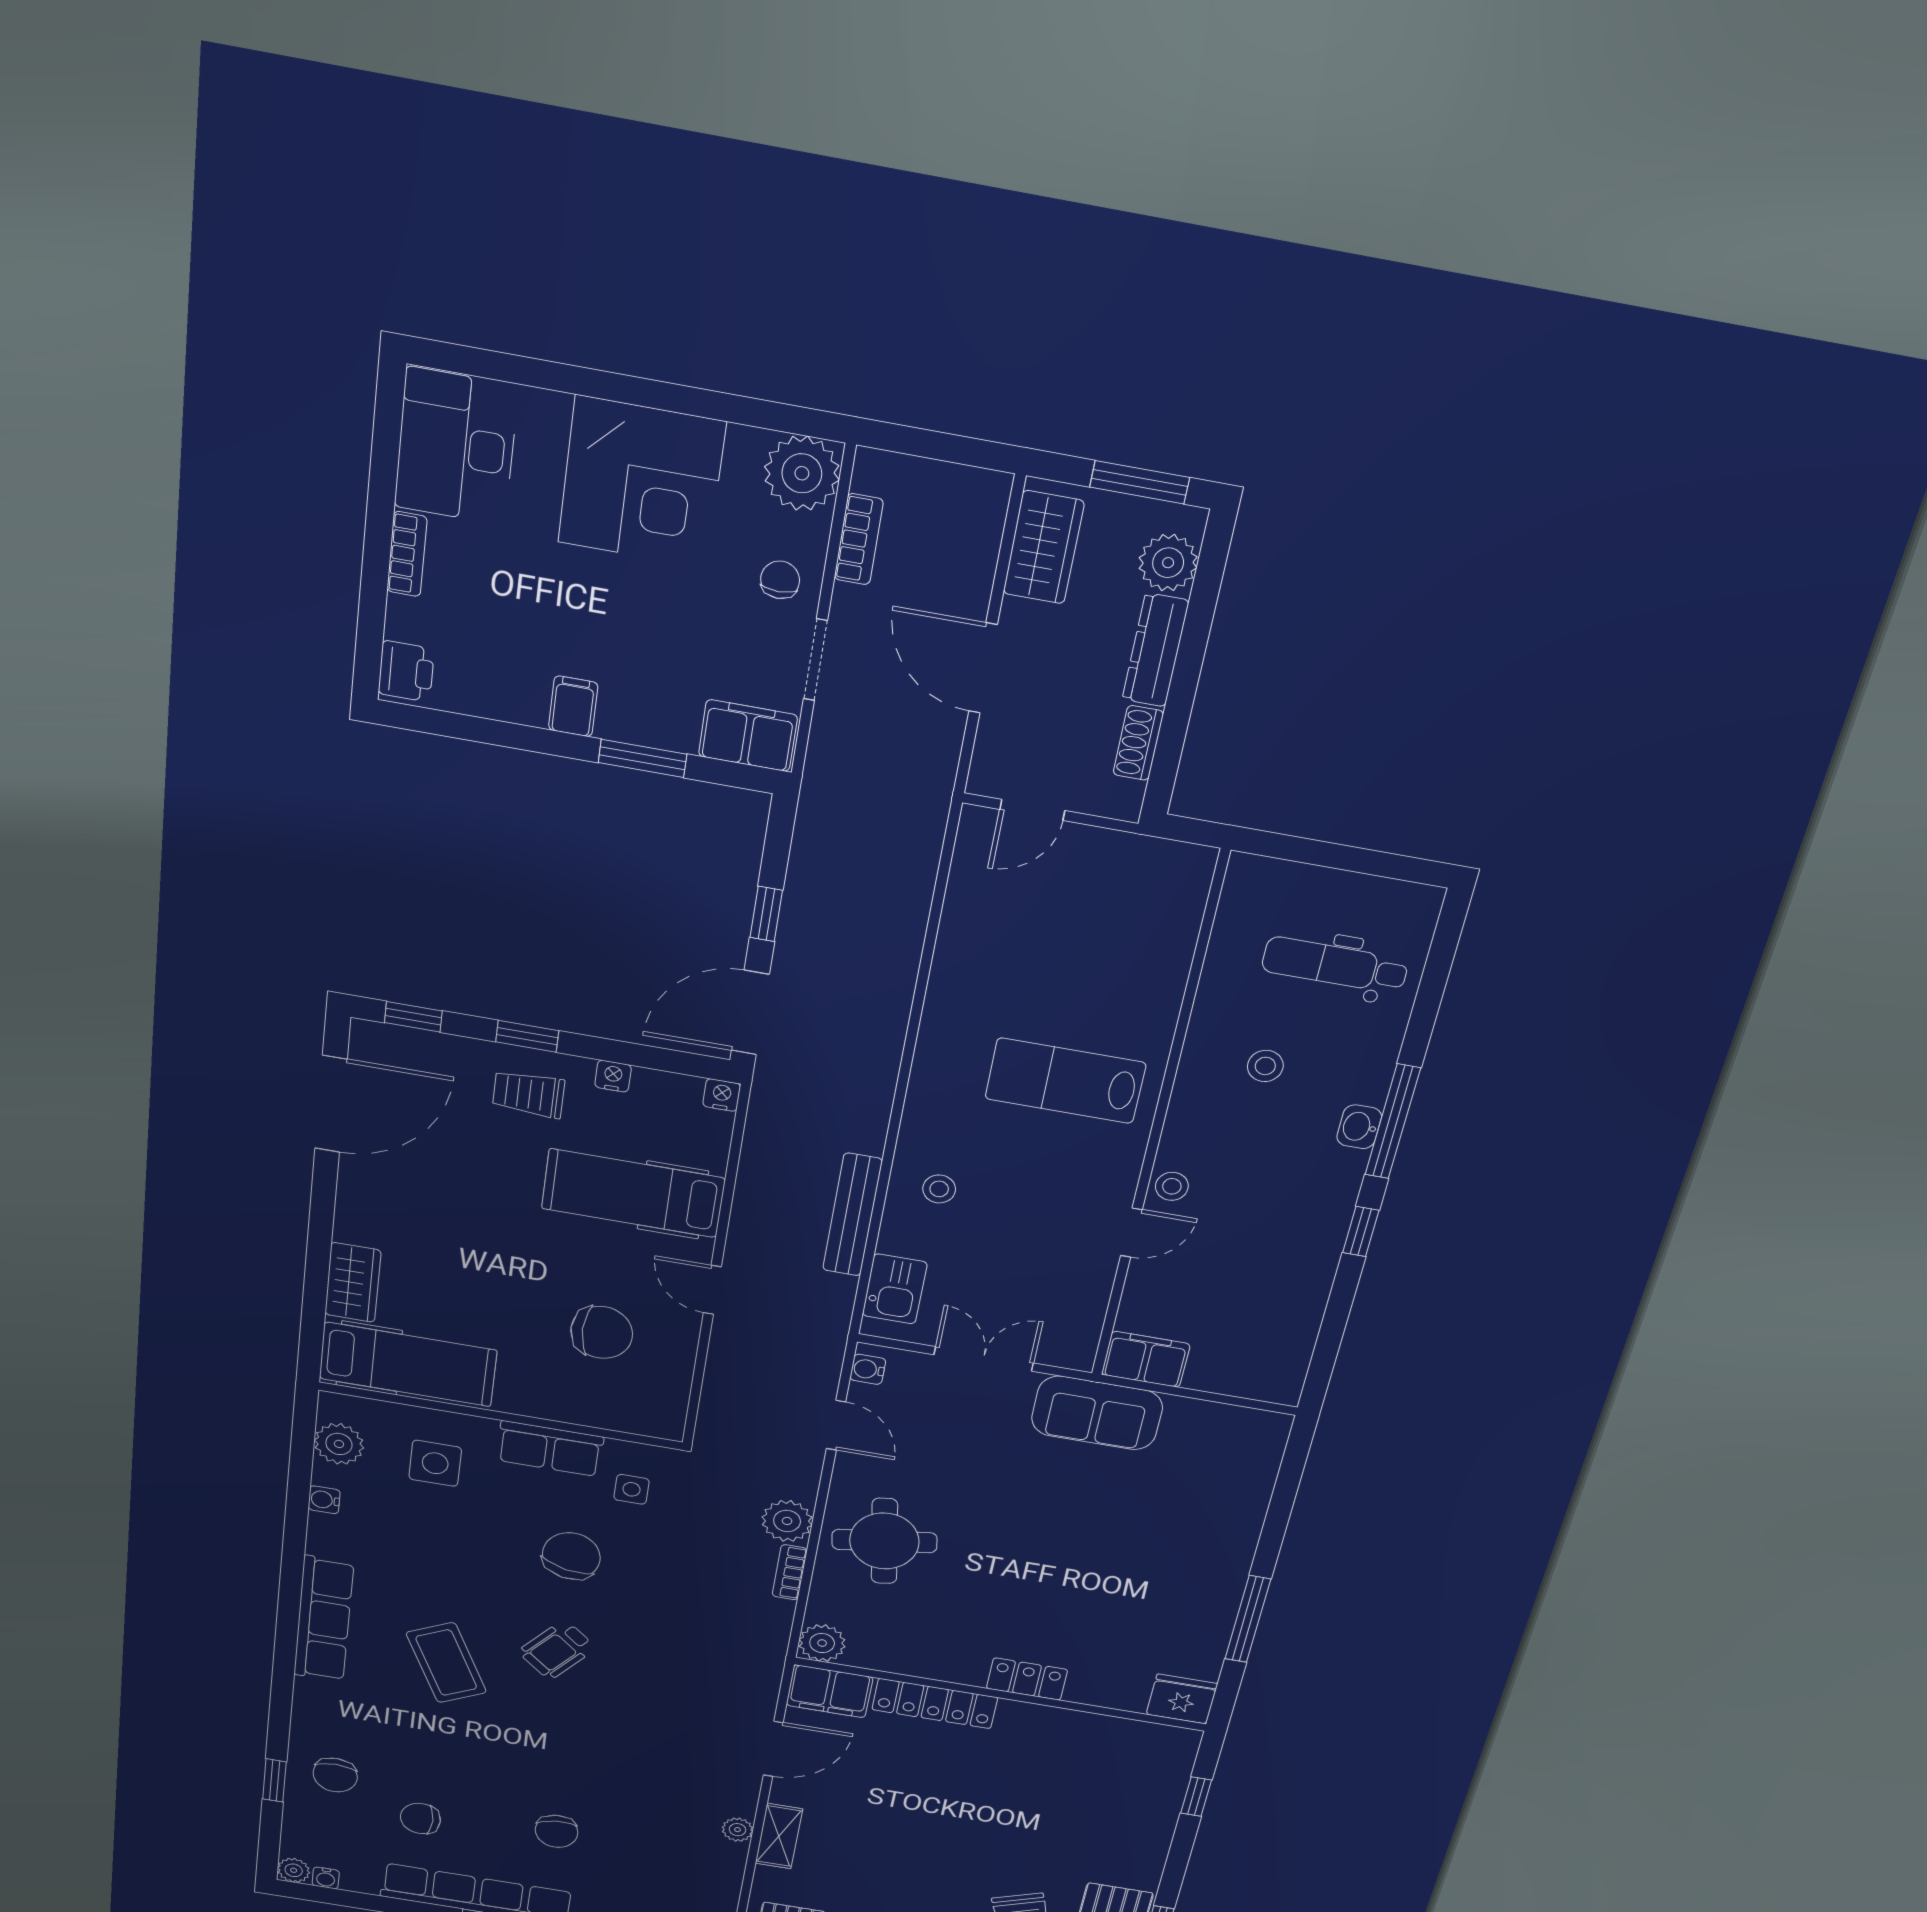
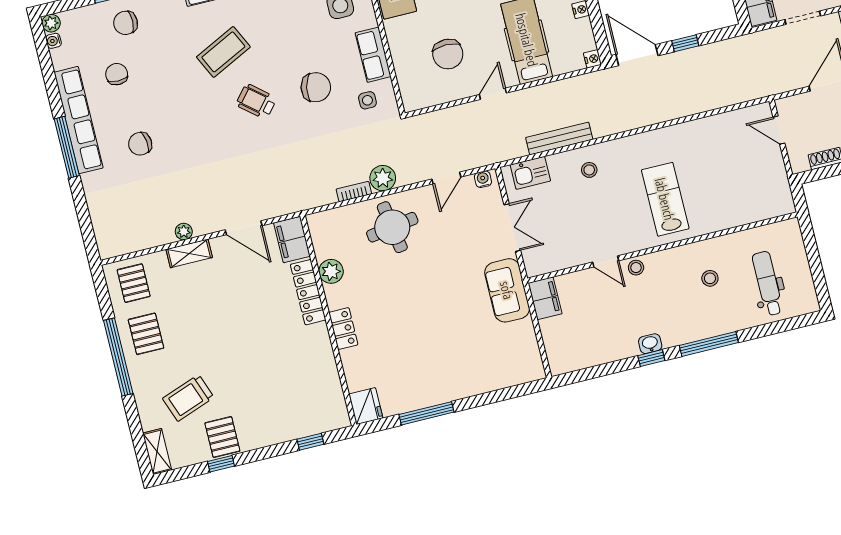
washbasin: (1359, 1127) -> (650, 344), moved
plant: (822, 1643) -> (331, 271), moved

